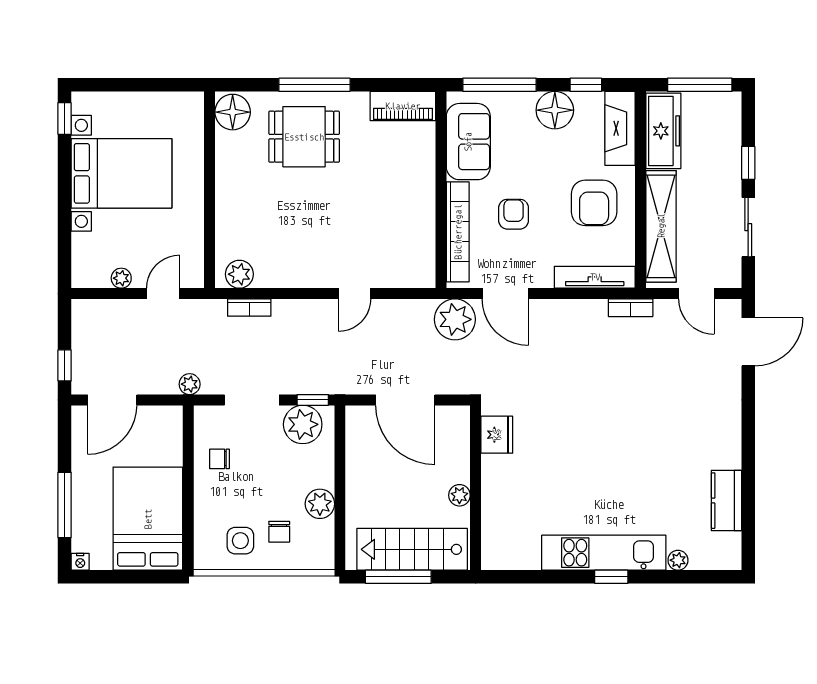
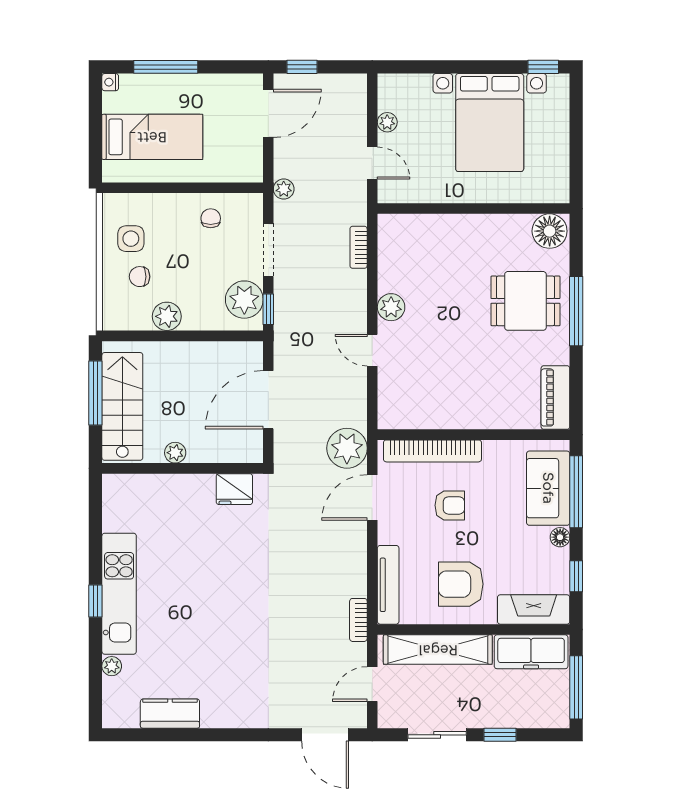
floor lamp: (555, 110) -> (560, 537), width x0.53, depth x0.53
dining table: (304, 137) -> (525, 301), turned 90
sofa: (468, 142) -> (548, 488), moved, turned 90
plant: (239, 274) -> (391, 307), moved
door: (112, 400) -> (268, 113), swing flipped
bed: (148, 519) -> (152, 137), width x0.67

